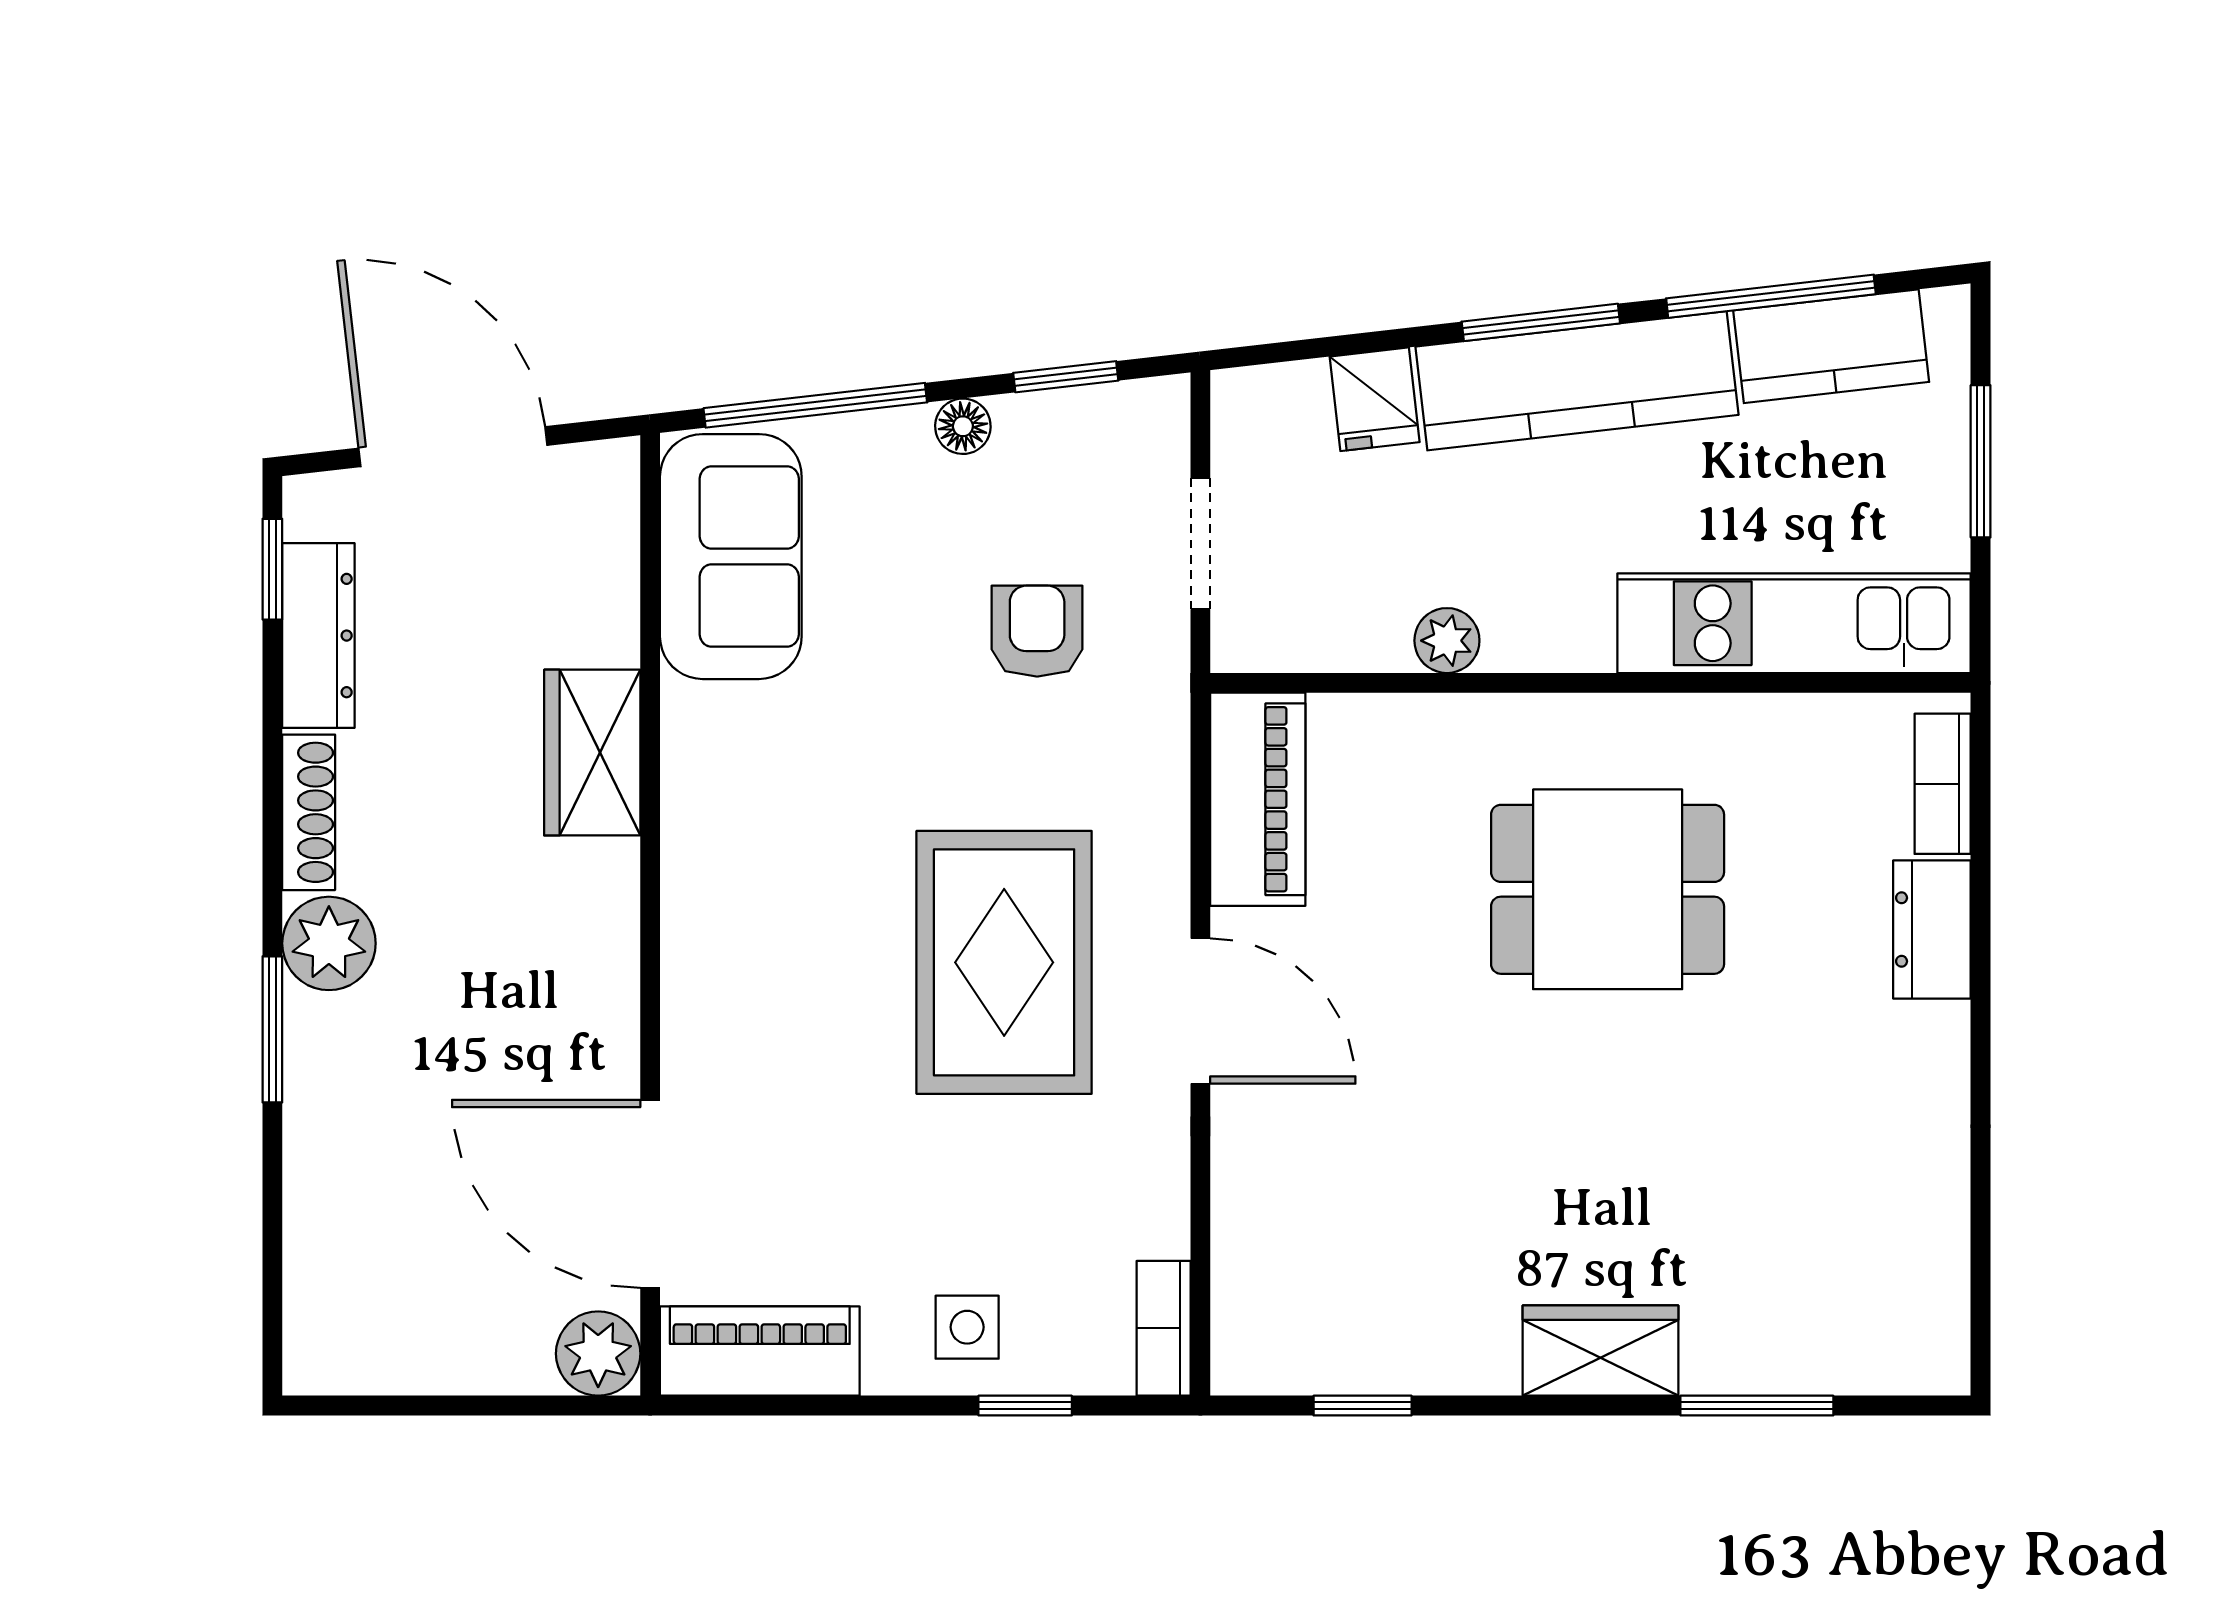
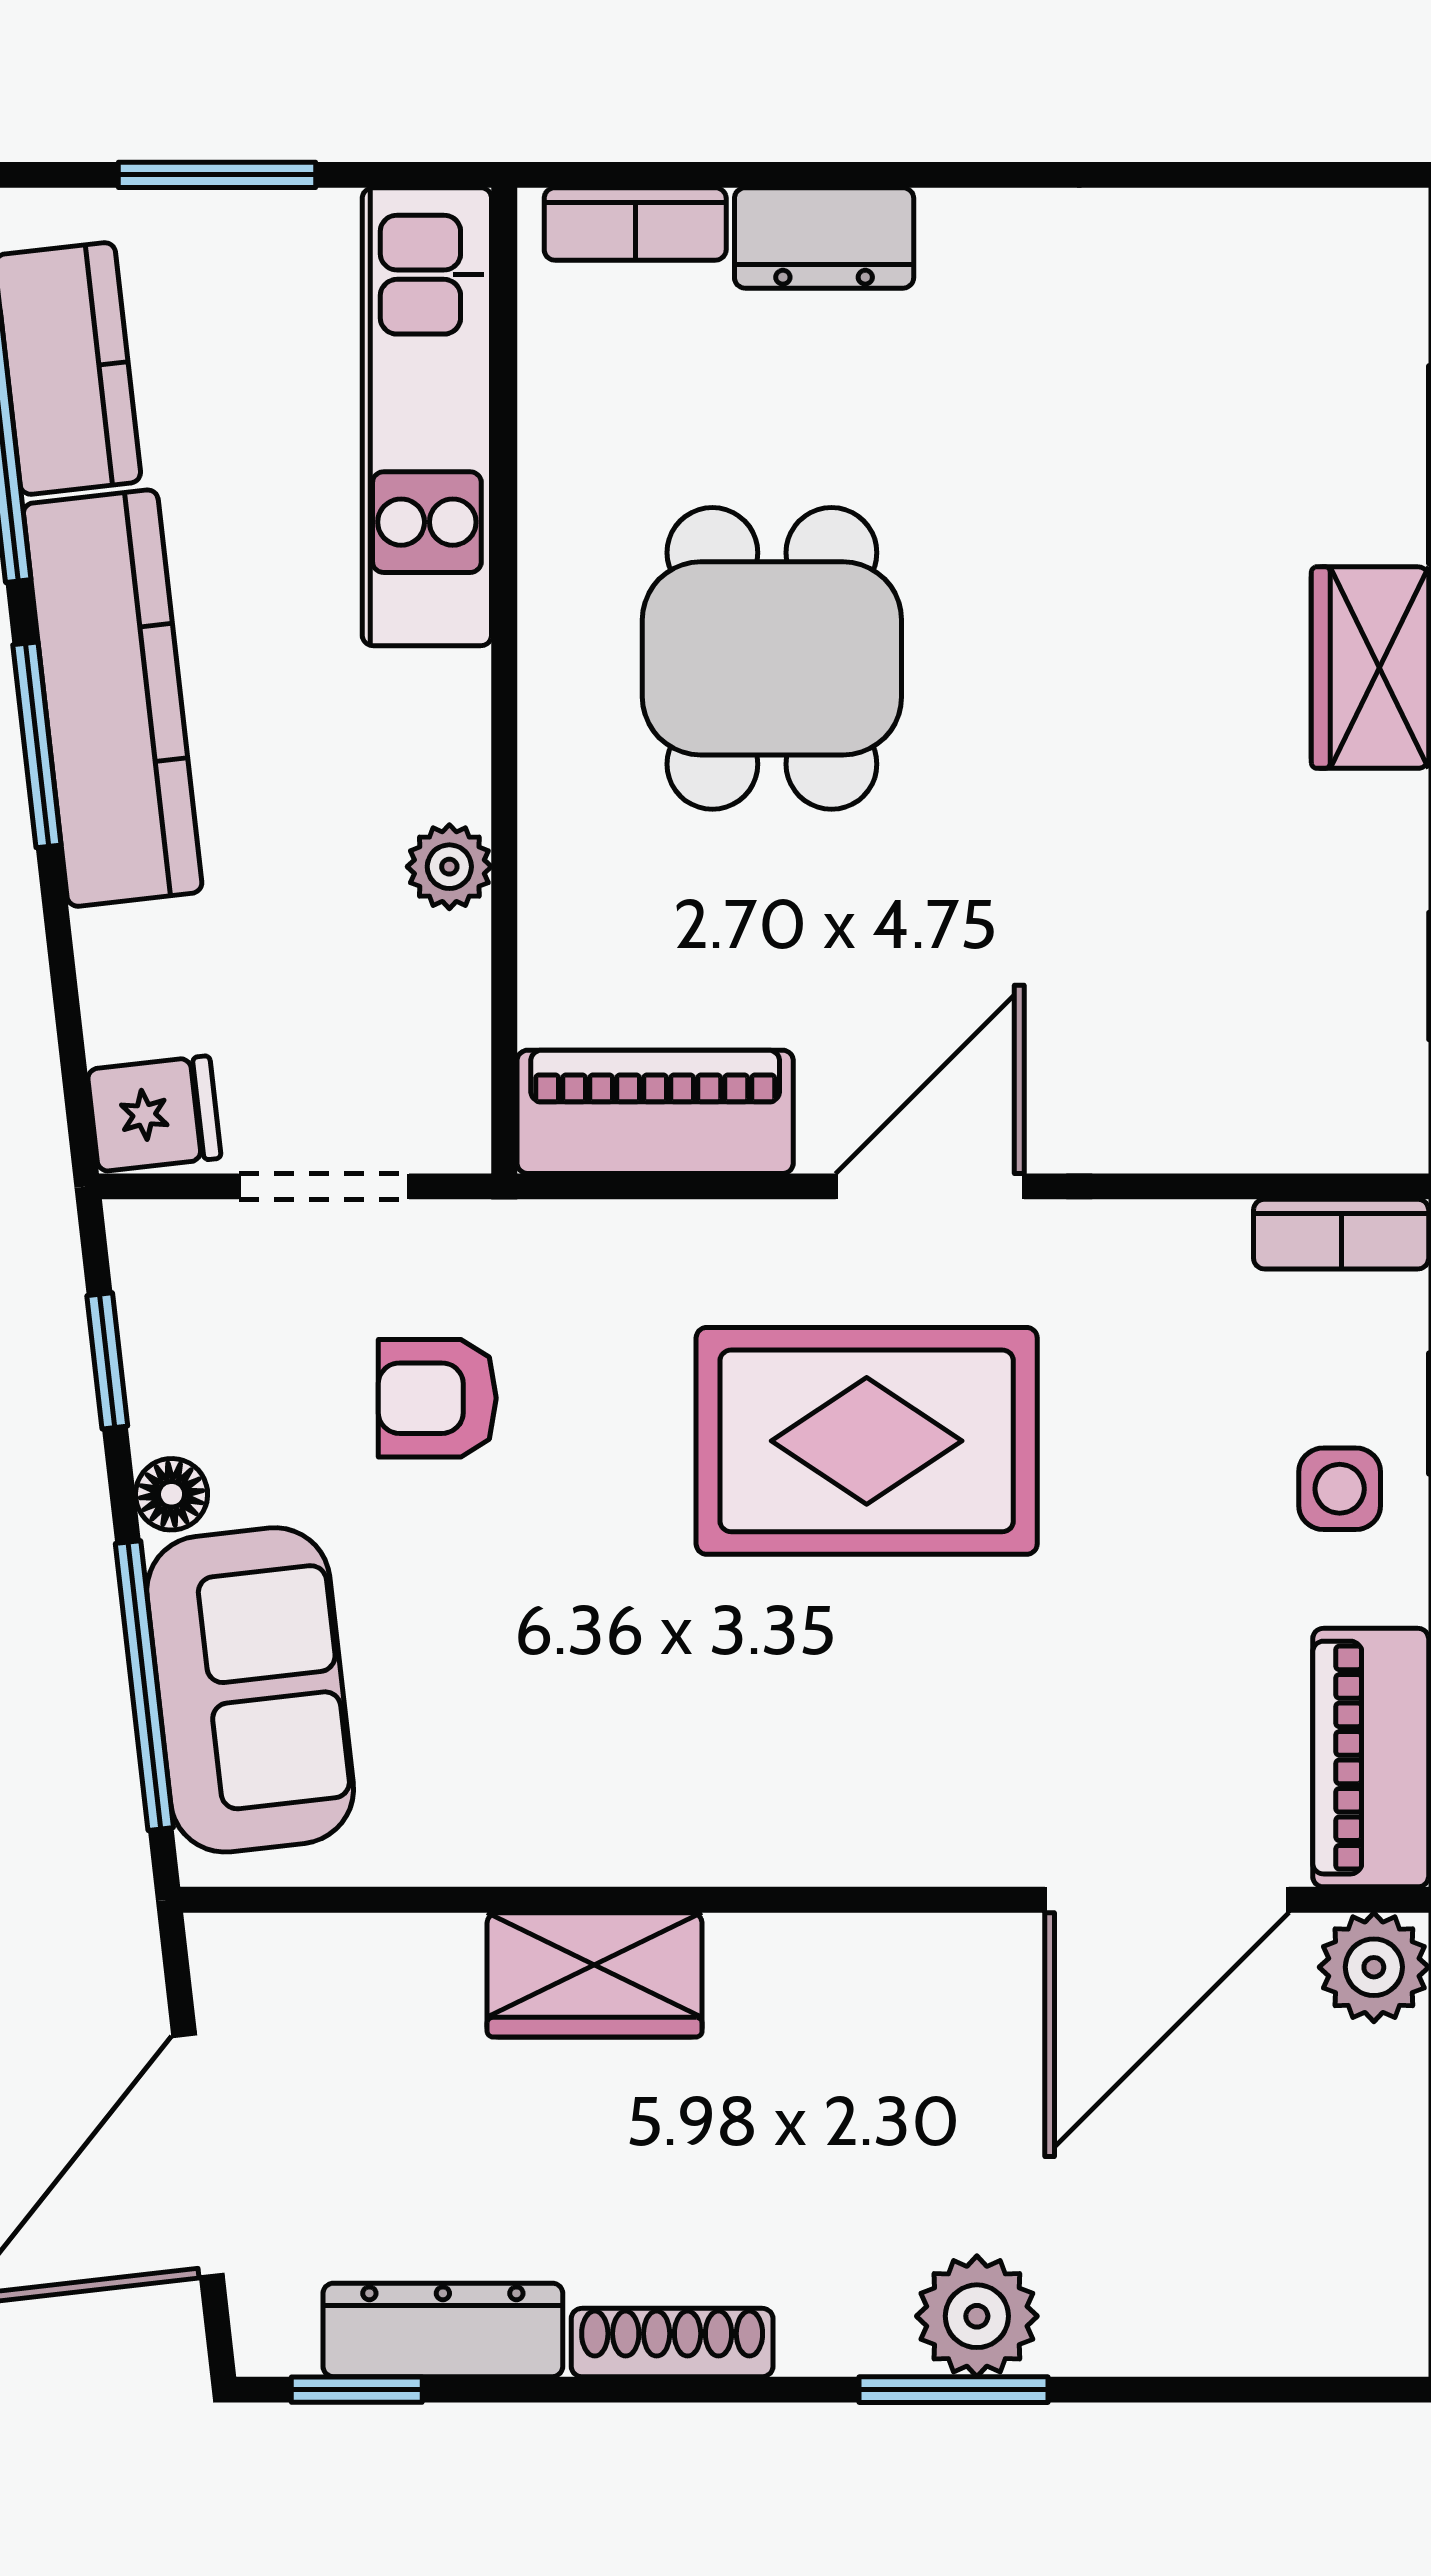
fridge: (1375, 399) -> (154, 1114), moved
sofa: (731, 557) -> (250, 1690), moved, turned 83
plant: (329, 943) -> (977, 2316), moved

